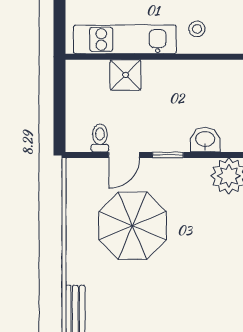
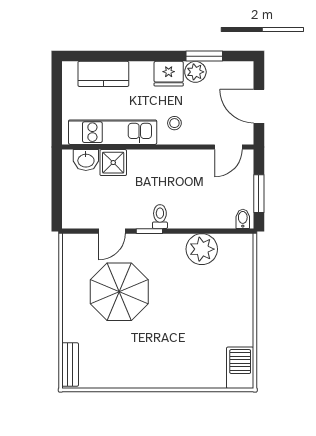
toilet: (100, 138) -> (160, 217), moved
washbasin: (205, 140) -> (86, 160), moved, turned 180

